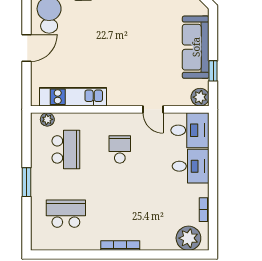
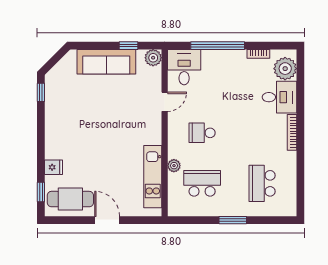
plant: (47, 119) -> (174, 166), moved
desk: (191, 166) -> (279, 97), moved, turned 90
window: (213, 166) -> (218, 46), added

